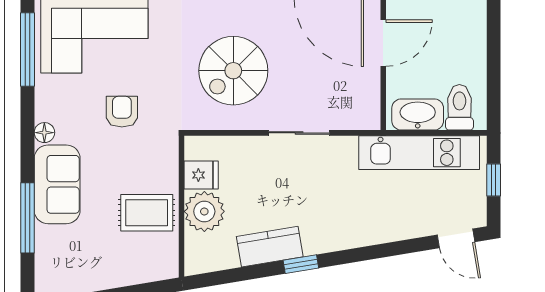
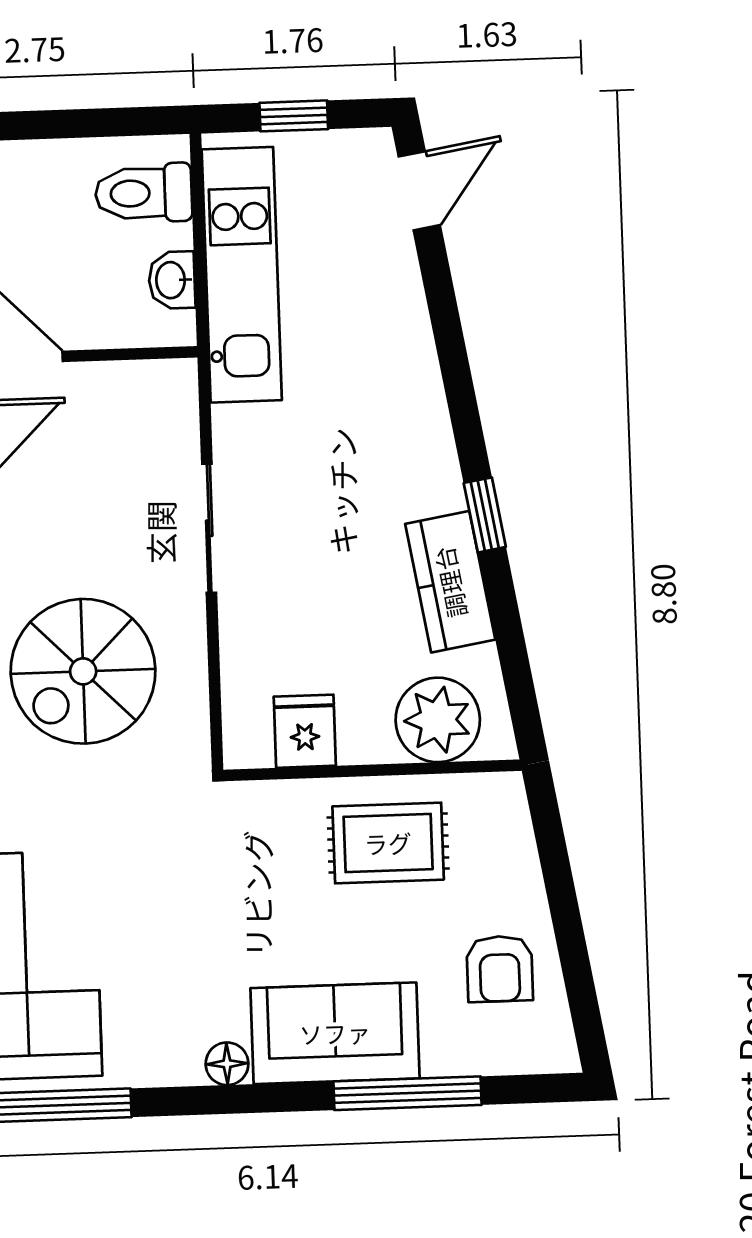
spiral stairs: (233, 71) -> (83, 671), turned 90
armchair: (122, 112) -> (500, 969), moved, turned -90
washbasin: (418, 115) -> (172, 280), width x0.52, depth x0.69
plant: (204, 211) -> (438, 720), moved
rug: (147, 213) -> (388, 843), turned 90

